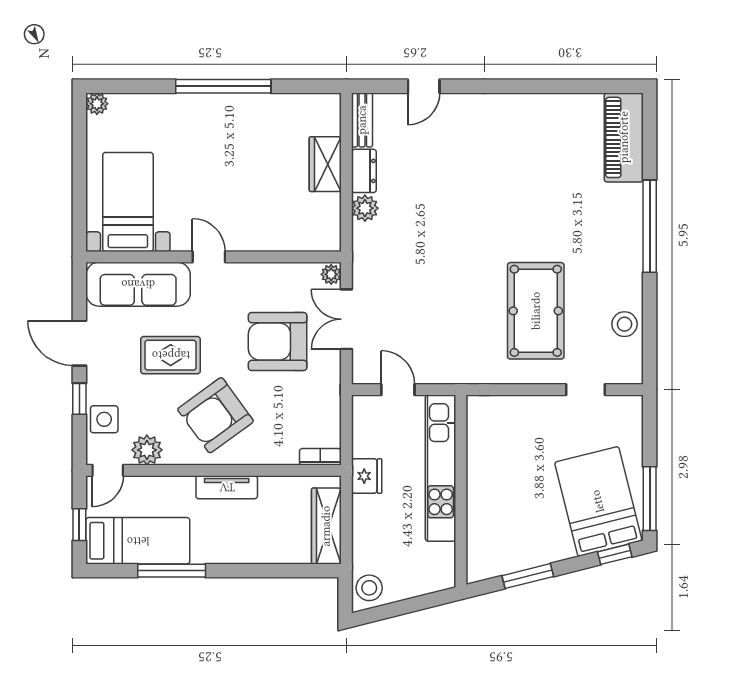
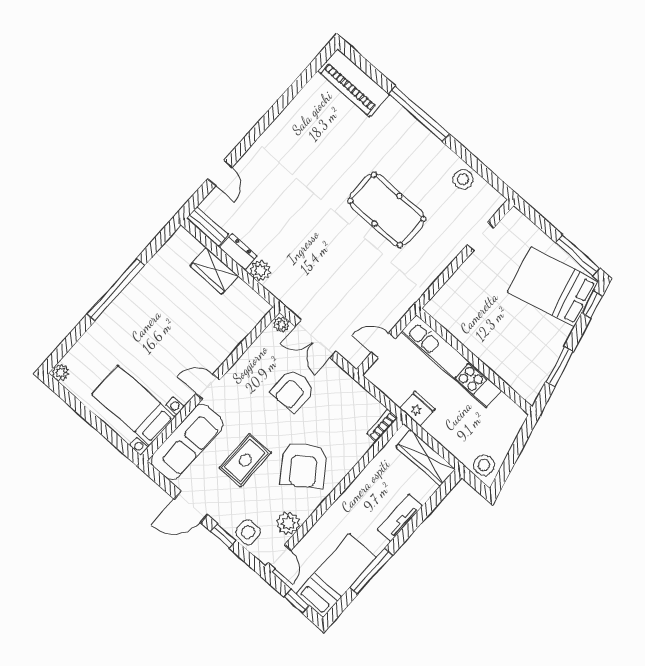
pool table: (536, 311) -> (387, 210), moved
armchair: (278, 342) -> (293, 391), width x0.73, depth x0.73
tv unit: (227, 487) -> (400, 518), moved, turned 180

